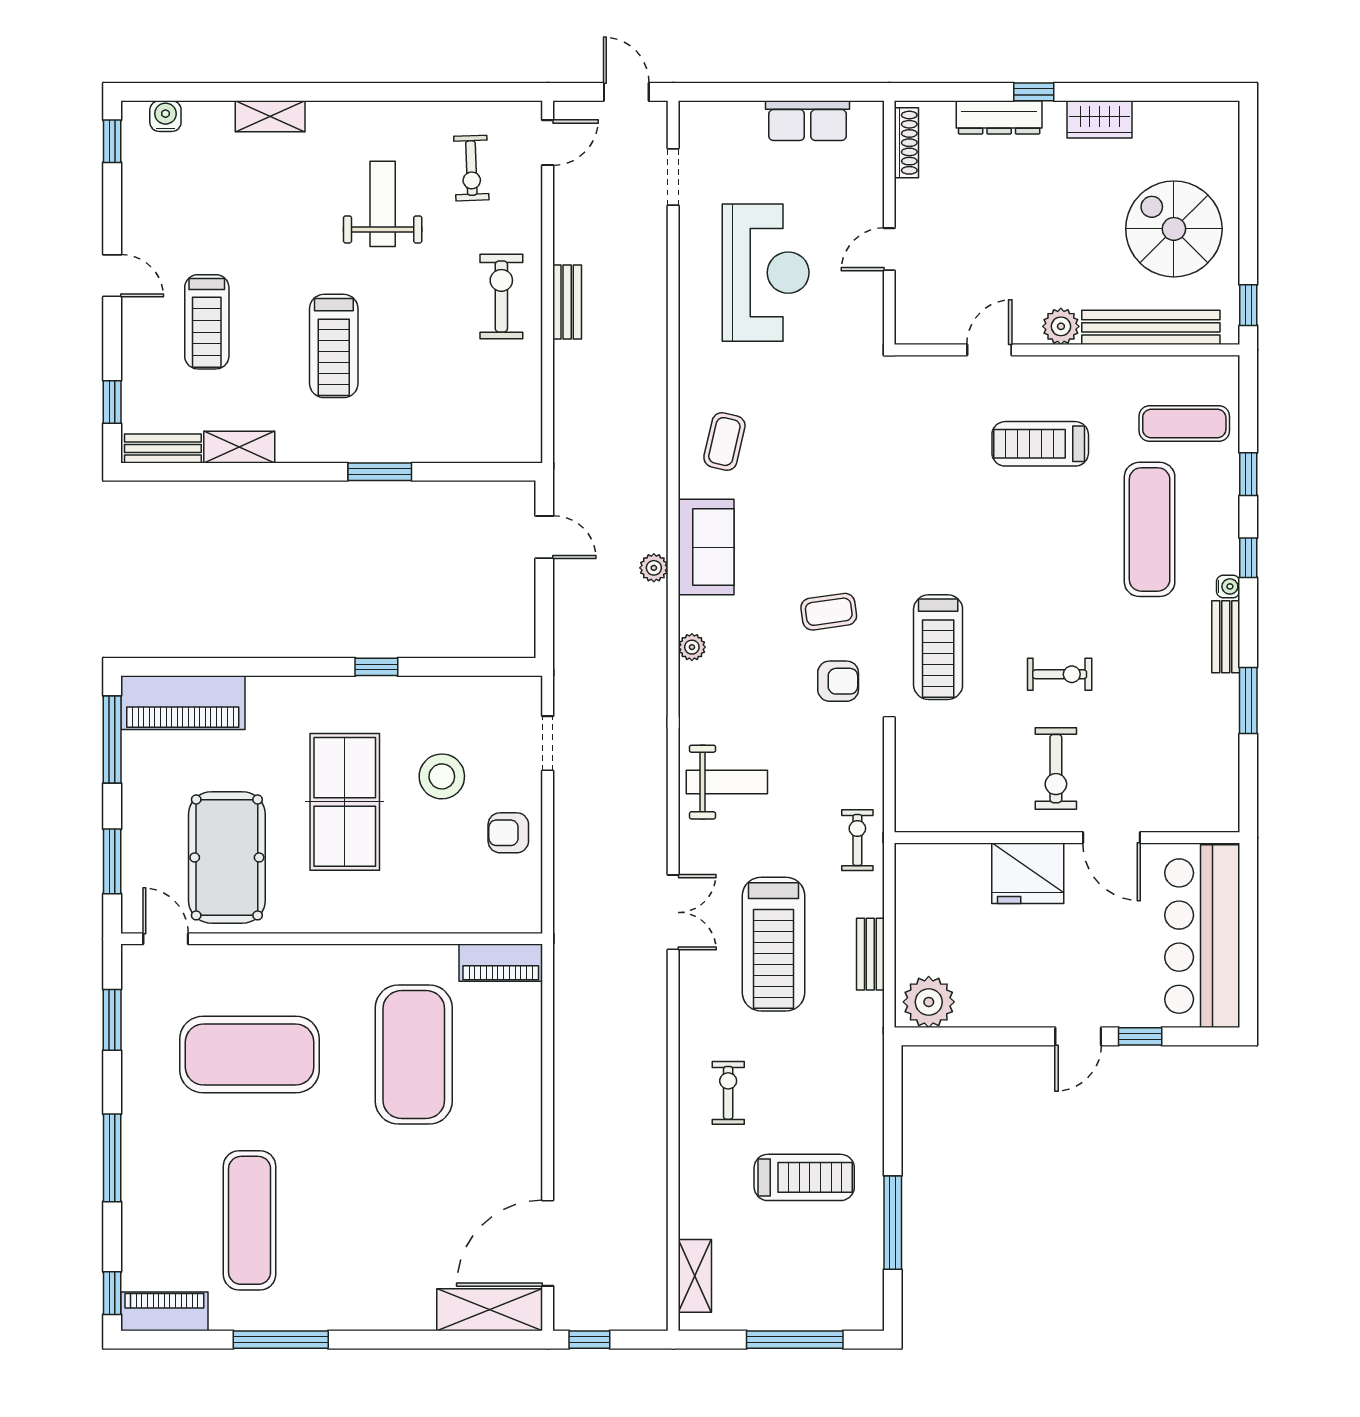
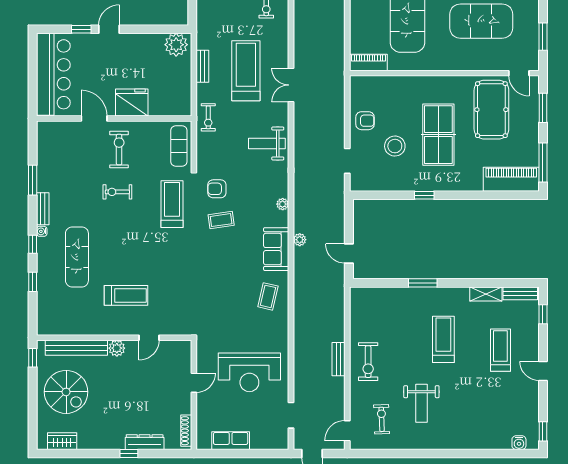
shelving: (270, 116) -> (472, 443), removed
wardrobe: (1100, 119) -> (62, 441), moved
reception desk: (766, 273) -> (249, 372), turned -90
exercise mat: (1184, 424) -> (179, 146), moved, turned 90

